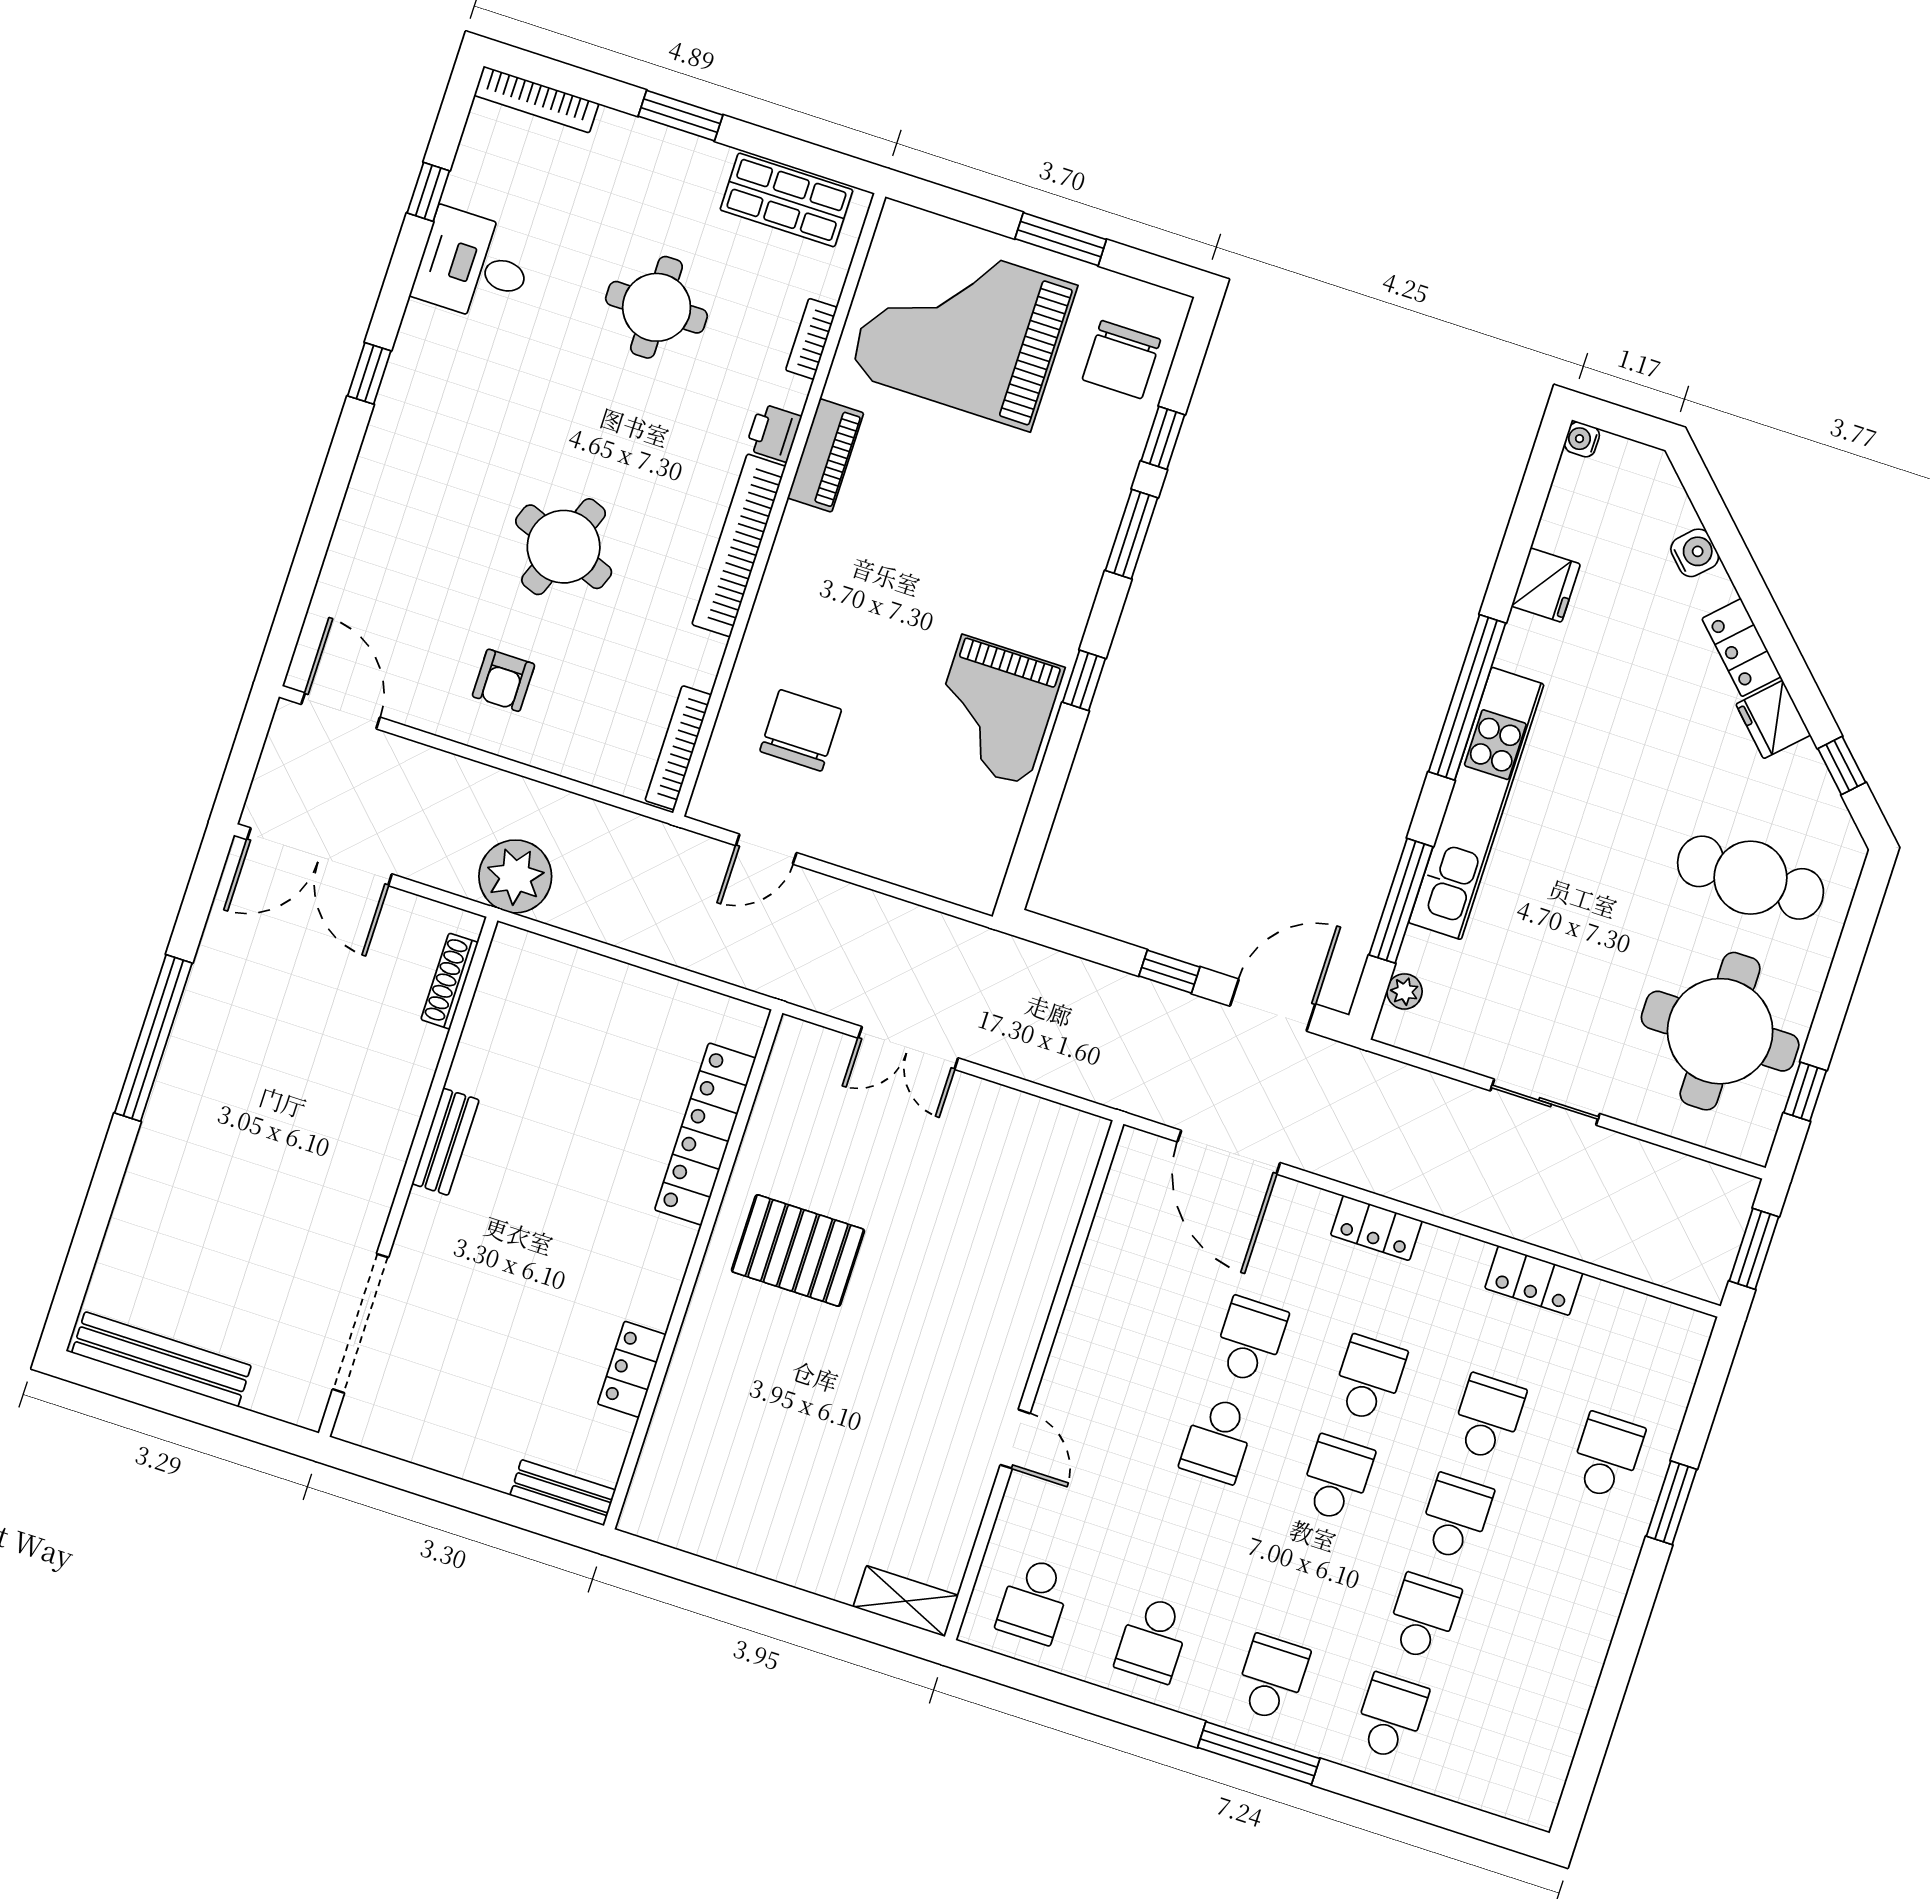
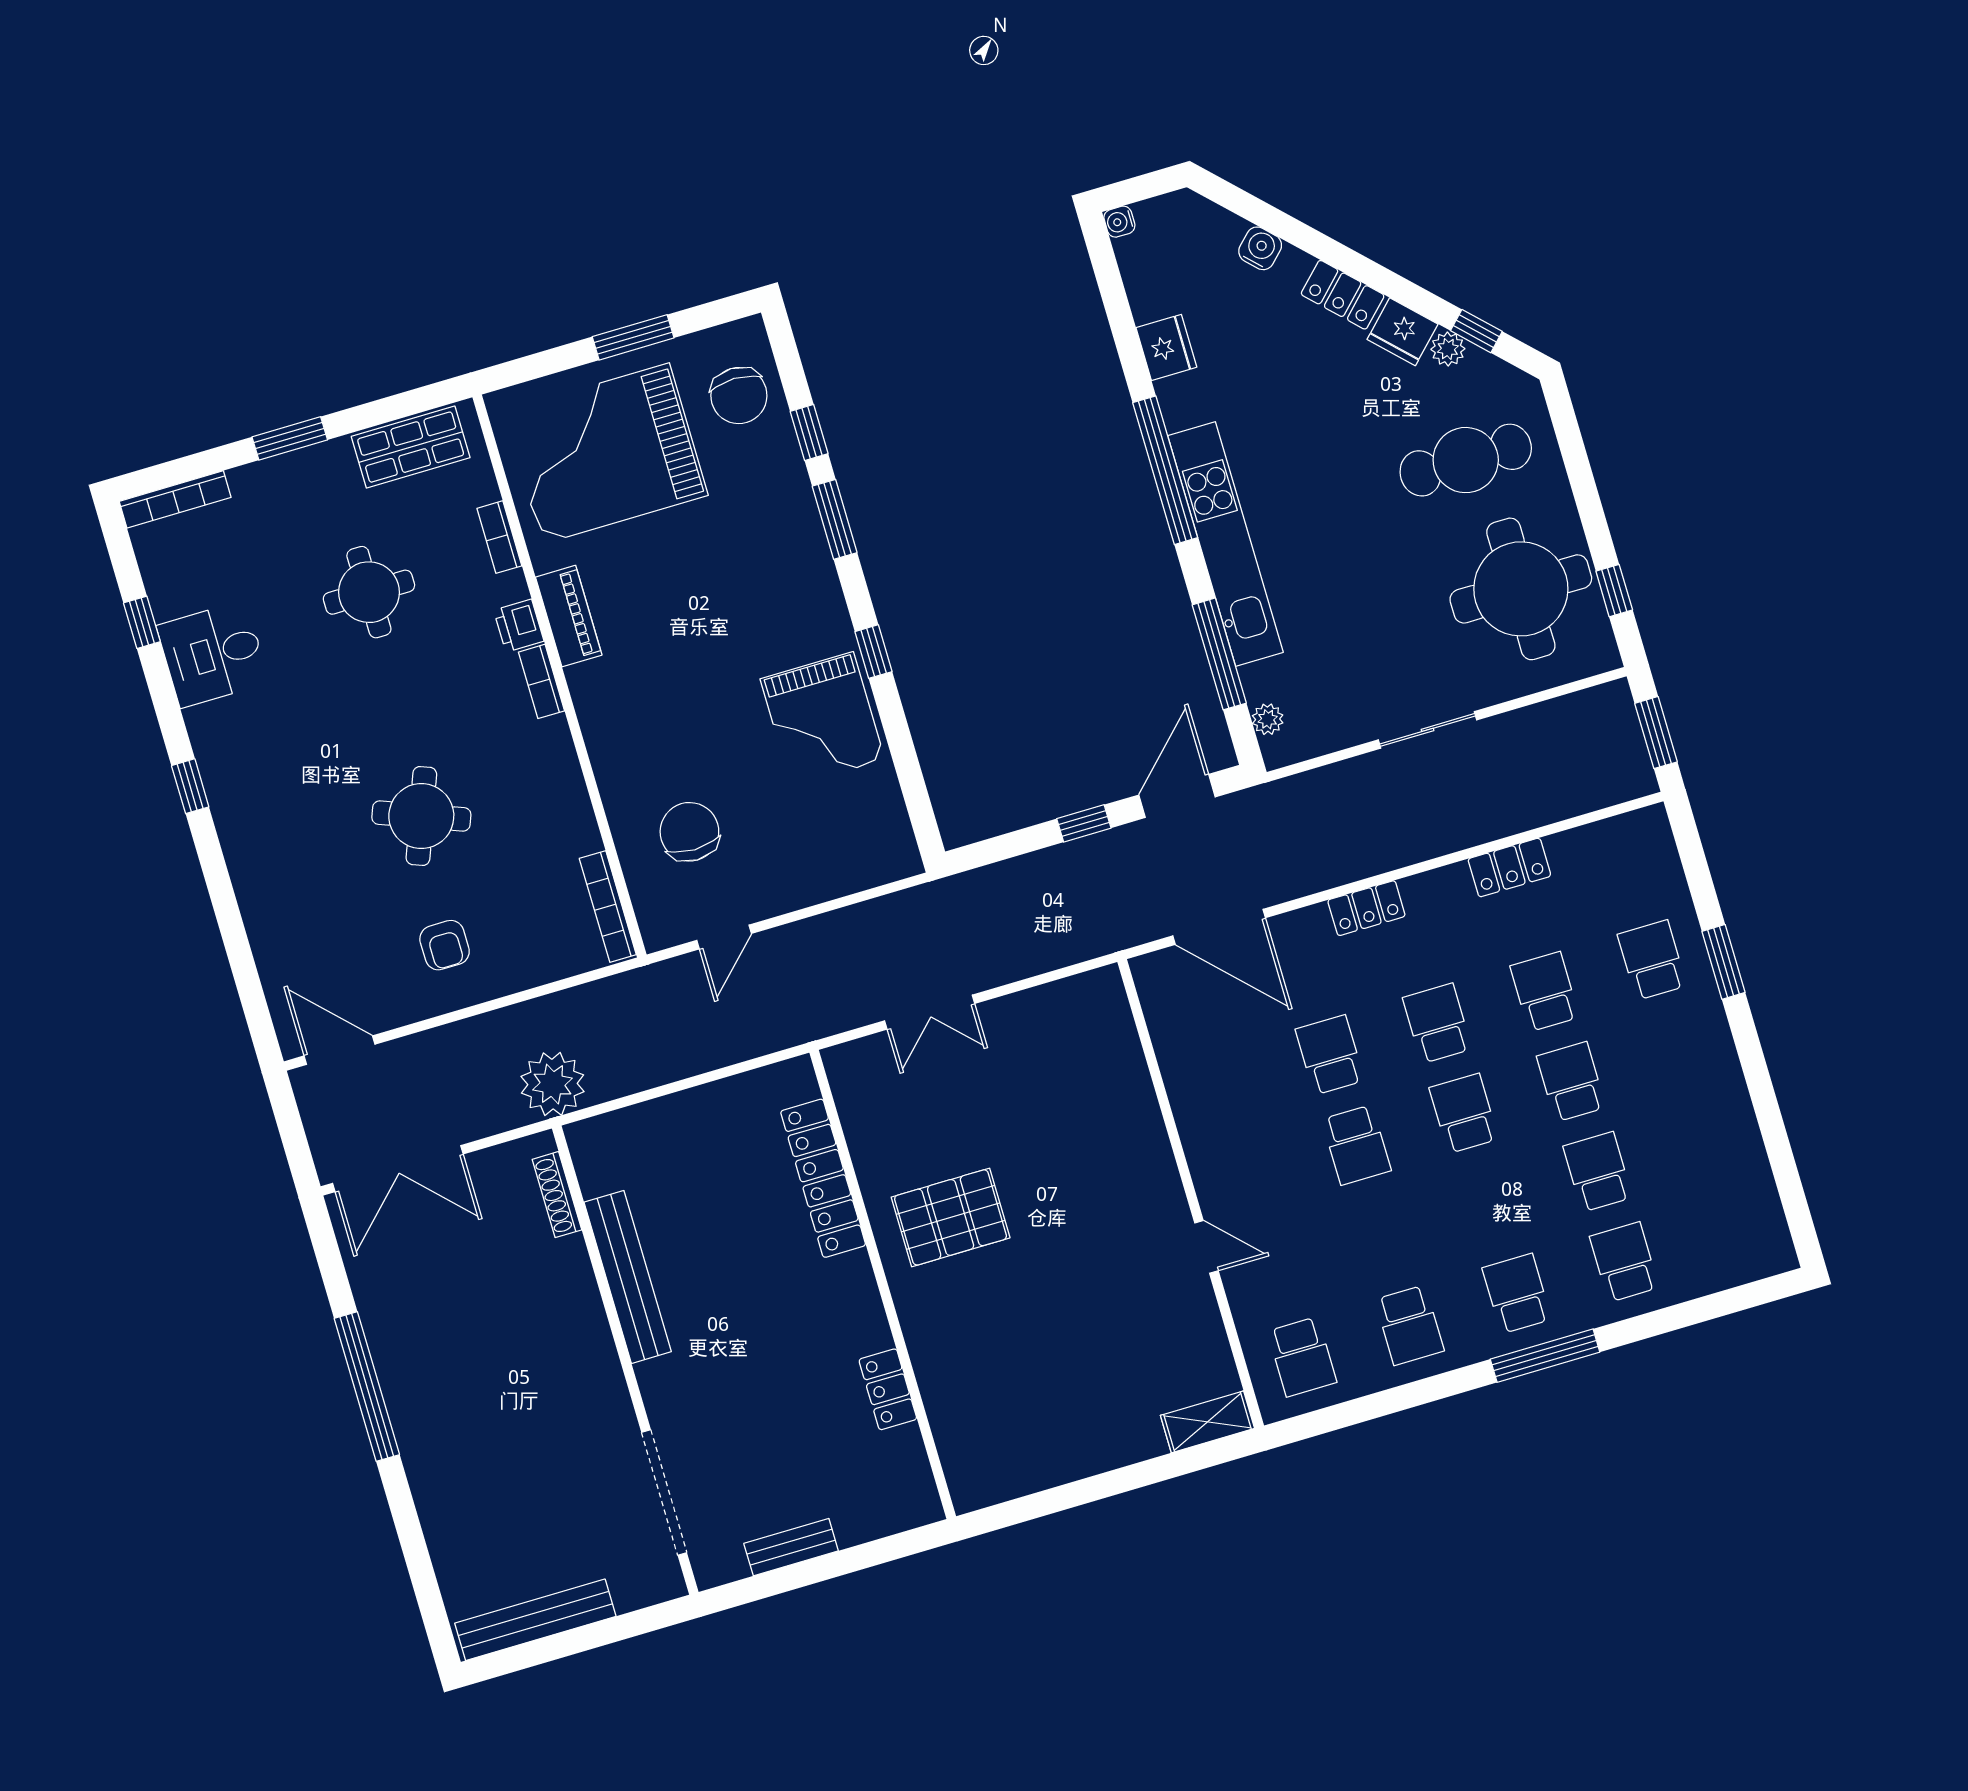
bookcase: (739, 545) -> (542, 681), width x0.43, depth x0.76
plant: (1804, 764) -> (1448, 349), added
bench: (445, 1142) -> (628, 1277), width x1.86, depth x1.21
bench: (563, 1493) -> (791, 1547), moved

